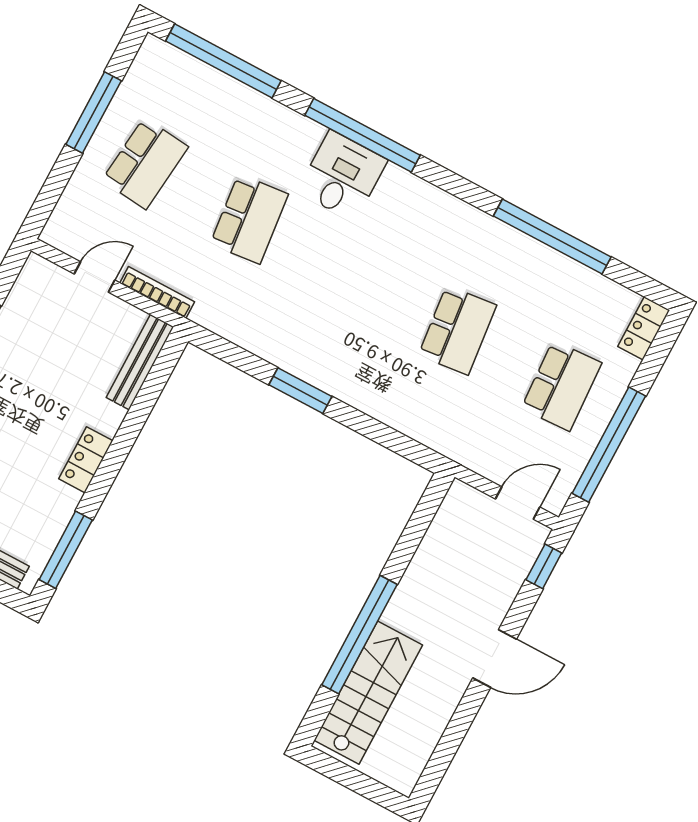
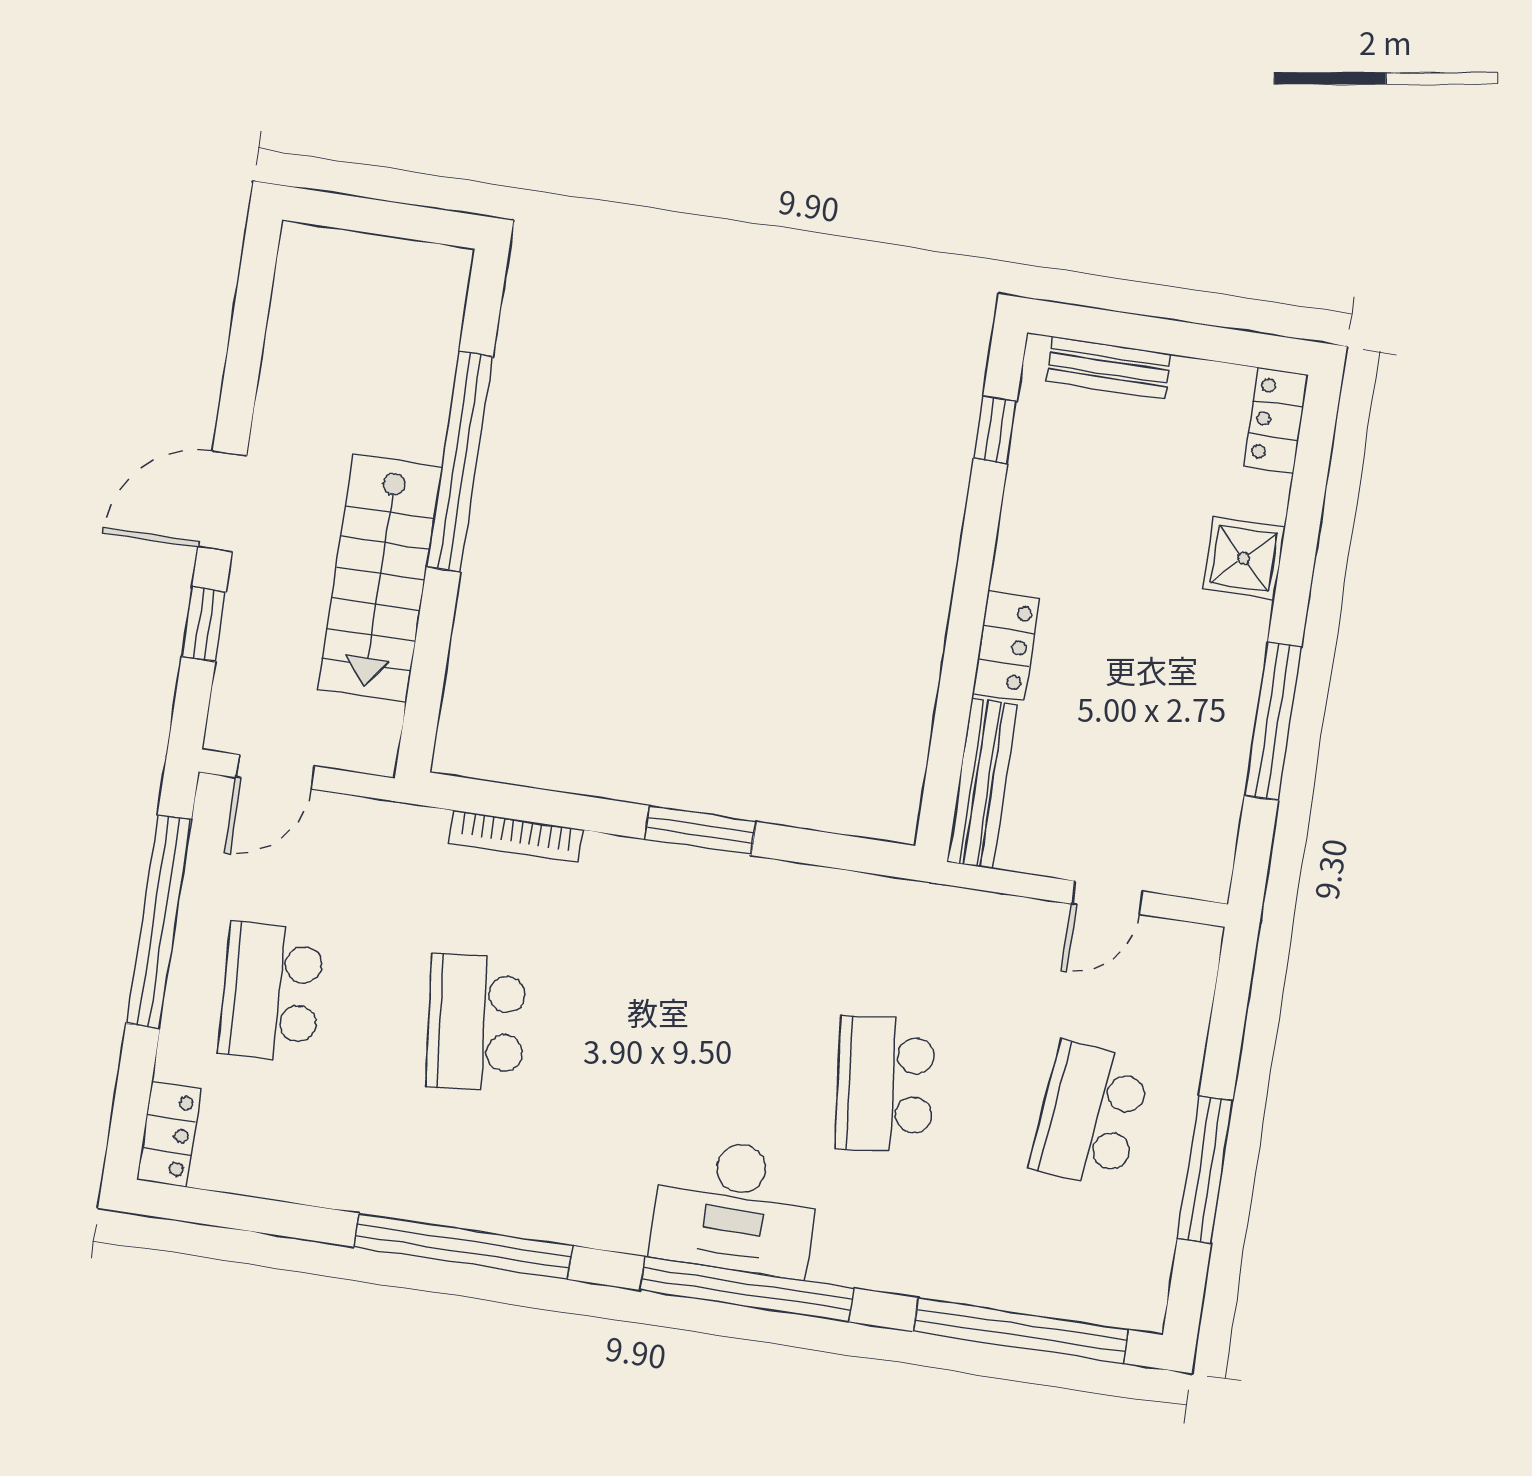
desk: (342, 176) -> (735, 1207), width x1.37
window: (552, 236) -> (463, 1246), moved
bookcase: (157, 292) -> (516, 836), moved
locker: (86, 460) -> (1006, 646), moved
window: (66, 550) -> (995, 430), width x0.46
window: (544, 566) -> (204, 624), moved
stairs: (368, 693) -> (380, 578), moved

